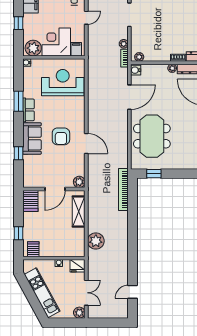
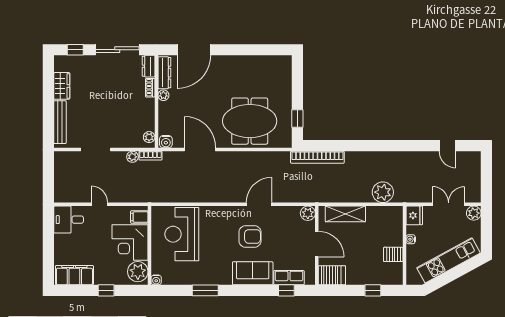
row of seats: (28, 110) -> (289, 278), moved
window: (18, 153) -> (286, 290), moved
server rack: (33, 249) -> (393, 254), moved

